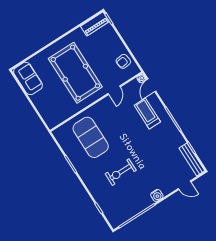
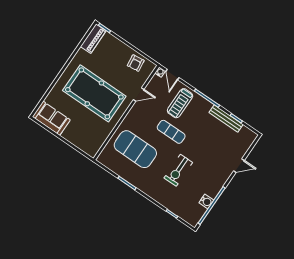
door: (114, 90) -> (139, 94), hinge flipped
treadmill: (147, 113) -> (180, 103), turned -90
exercise mat: (129, 135) -> (171, 132), added
bench: (192, 159) -> (226, 119), moved
door: (185, 185) -> (239, 166), moved
water cooler: (157, 195) -> (206, 201), moved

